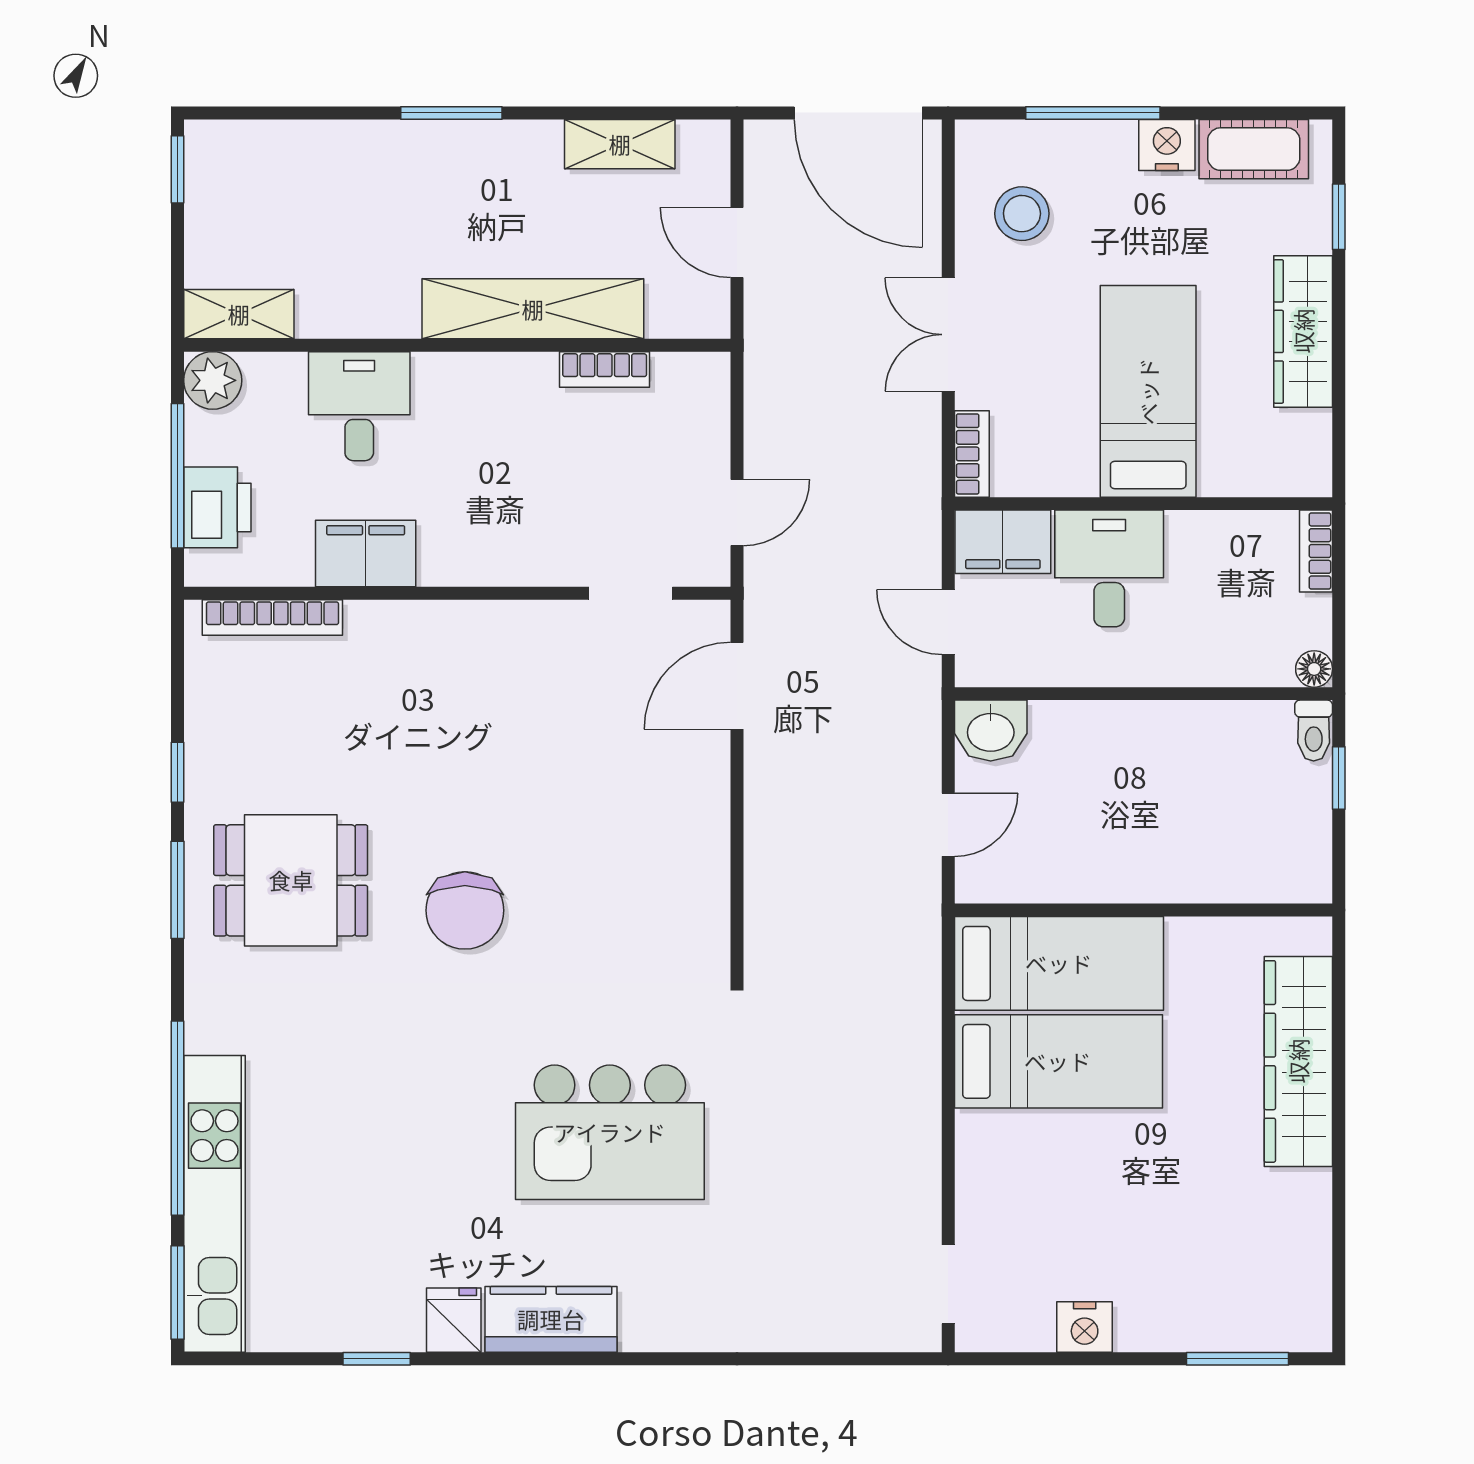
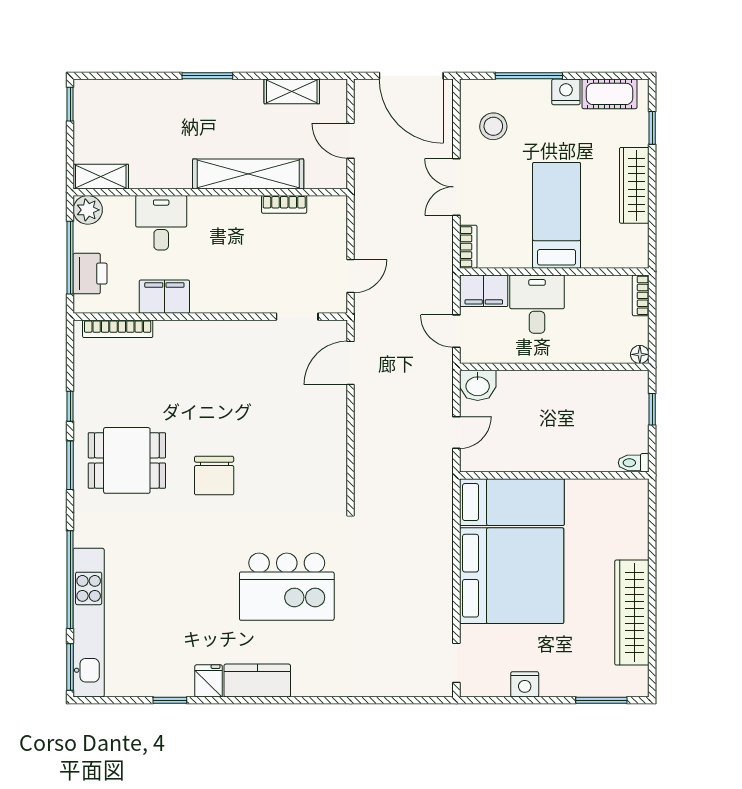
toilet: (1314, 731) -> (634, 463), moved, turned 90
bed: (1058, 1061) -> (512, 576), width x2.04
wardrobe: (1298, 1061) -> (632, 613), moved

